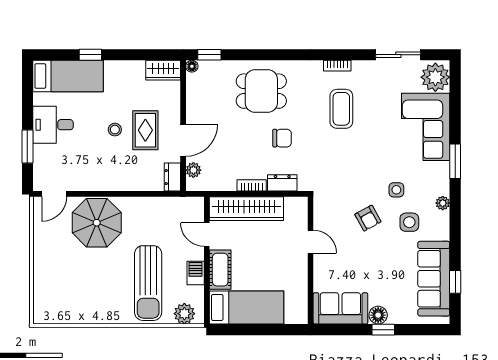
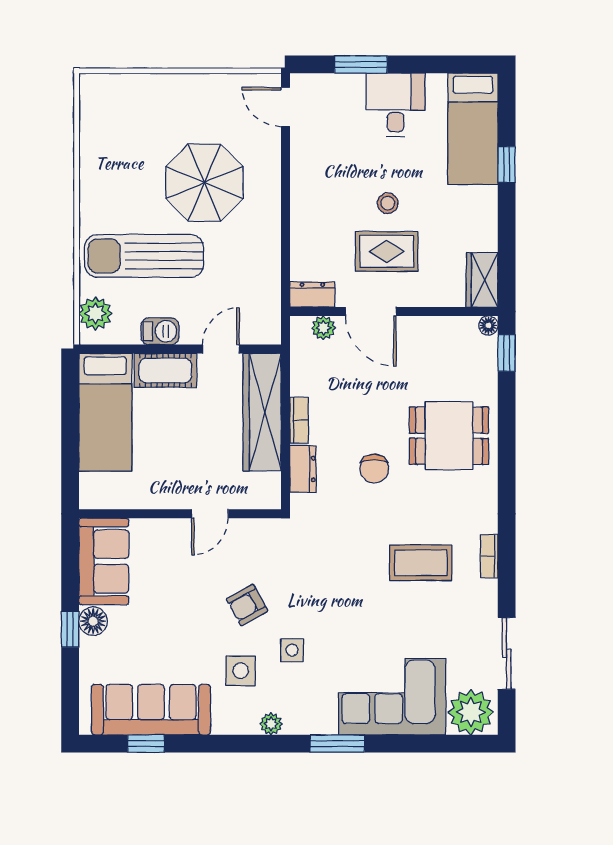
dining table: (261, 91) -> (449, 436), turned 90
parasol: (97, 223) -> (204, 183), moved

